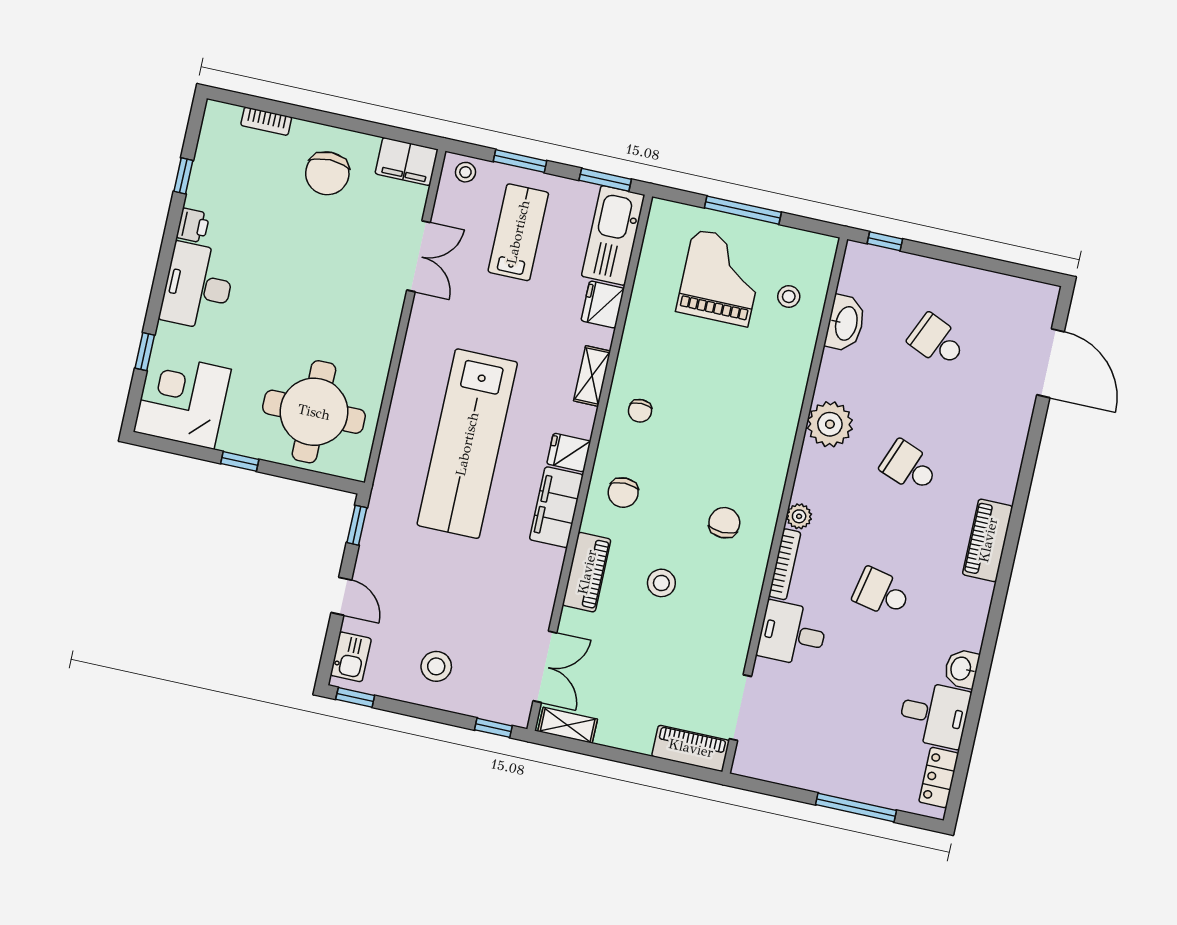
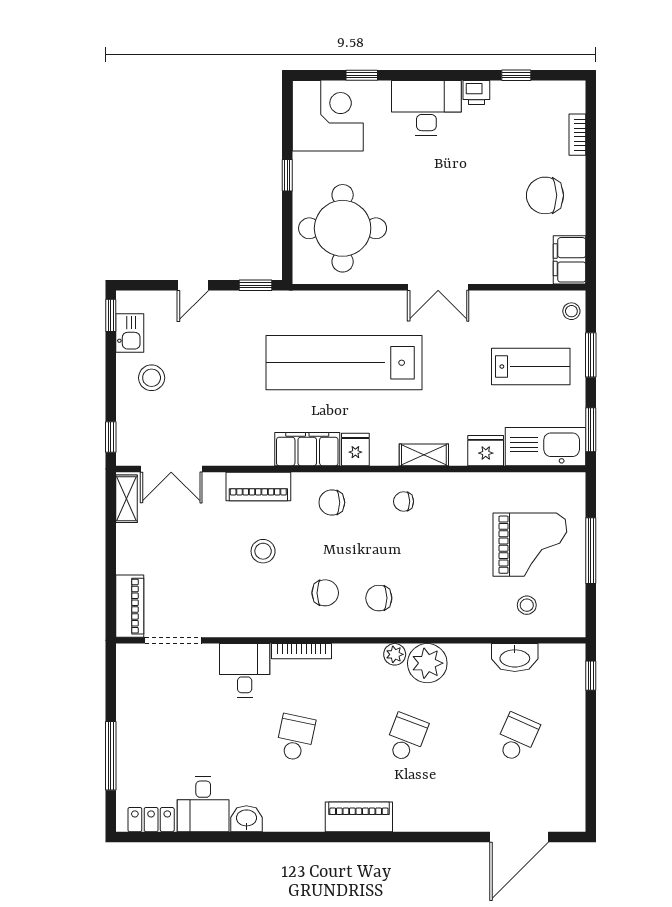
double door: (418, 256) -> (438, 287), moved
chair: (744, 463) -> (379, 598), added
plant: (799, 516) -> (395, 654), moved
kitchen sink: (351, 657) -> (130, 333), moved, turned -90

